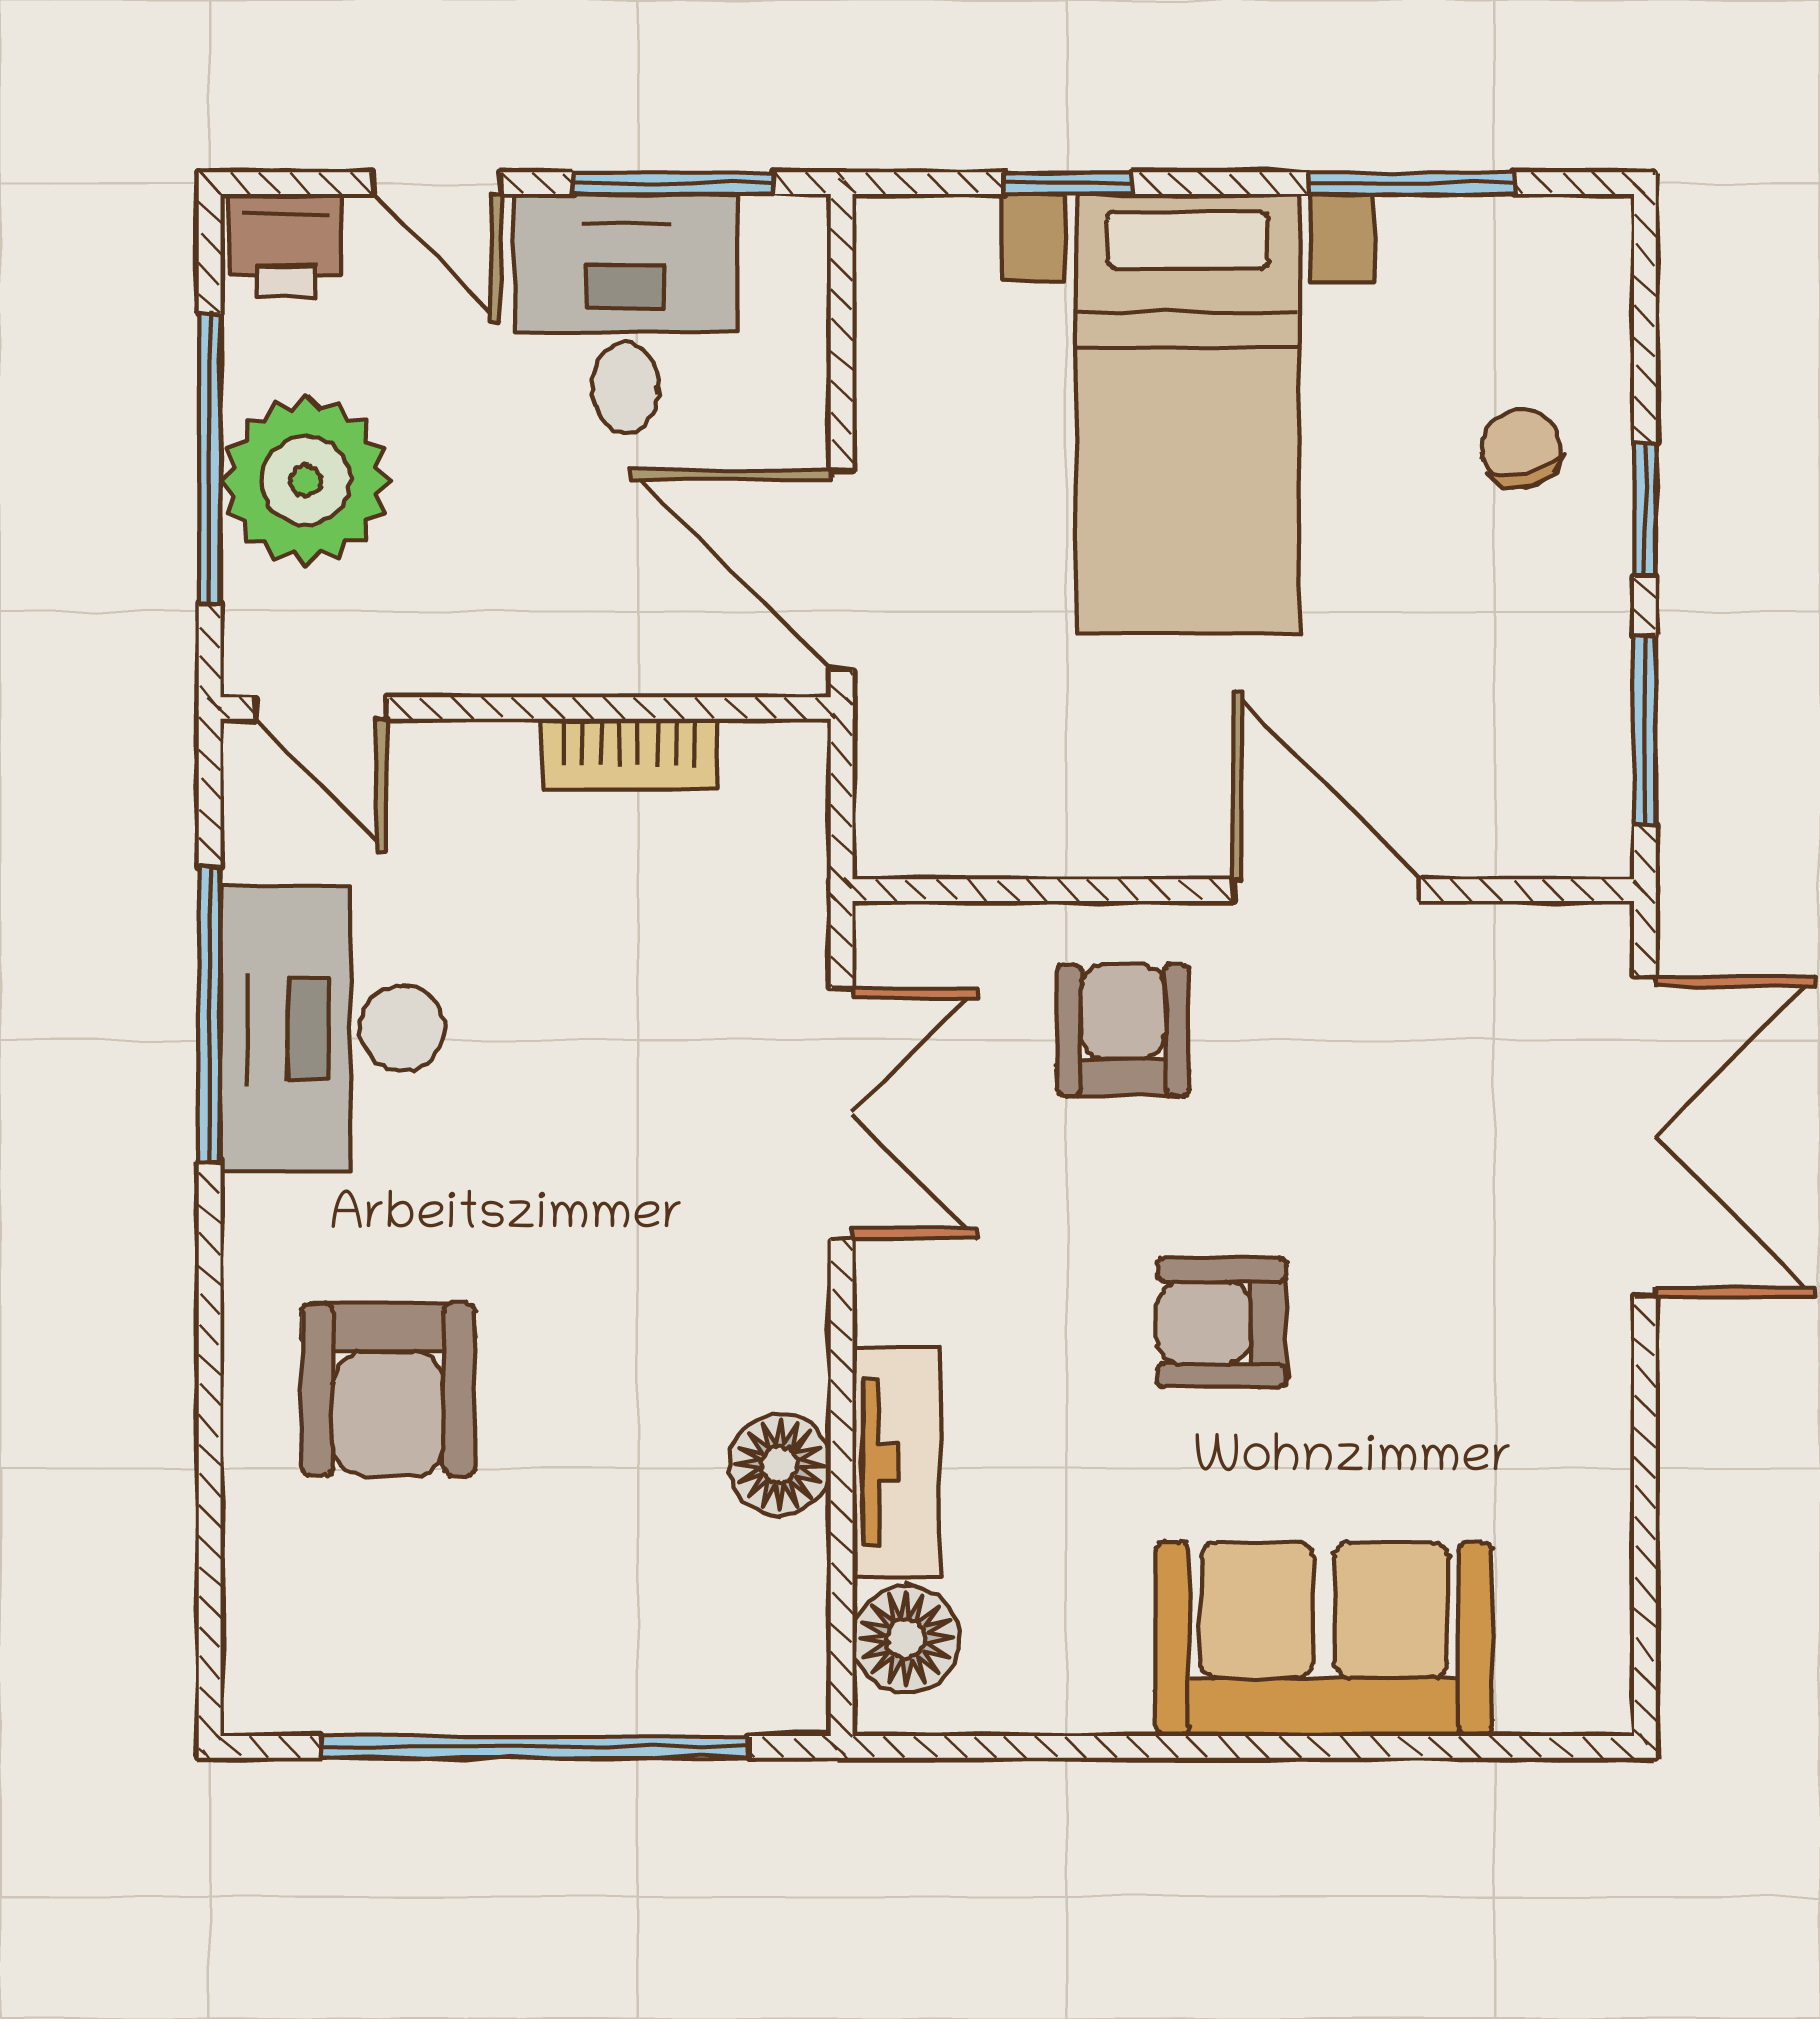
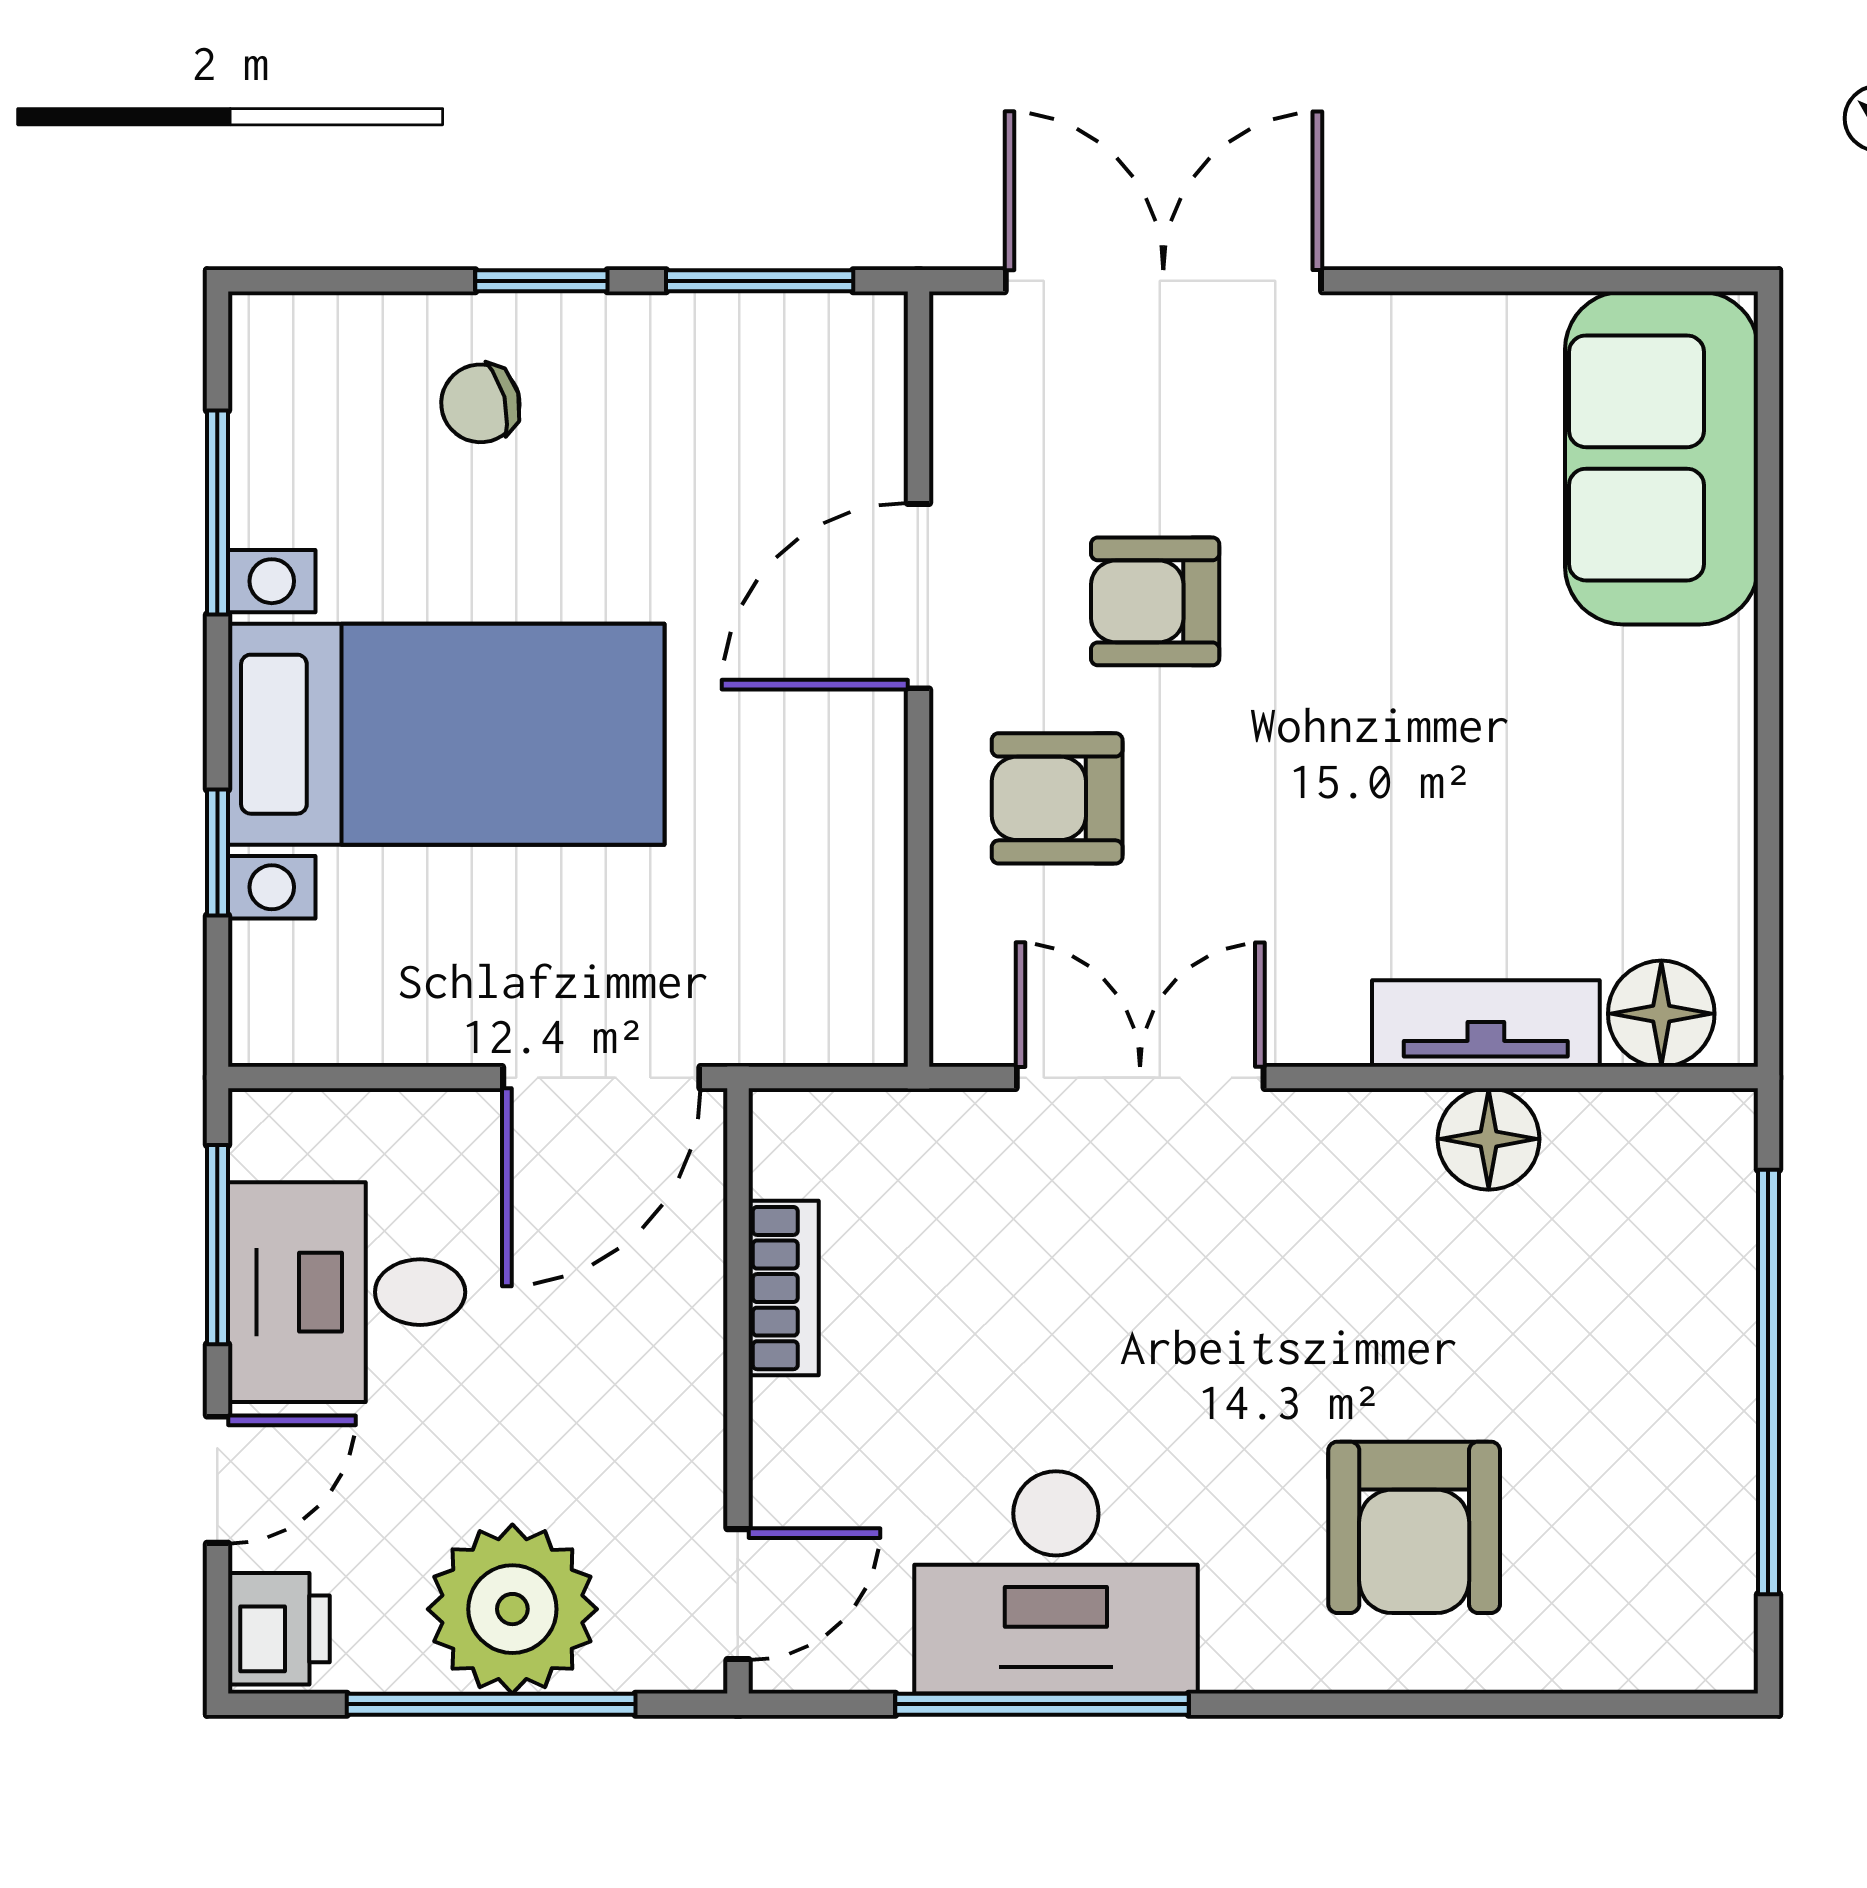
armchair: (1222, 1323) -> (1155, 601), moved, turned 90
armchair: (388, 1390) -> (1414, 1527), turned 90
sofa: (1324, 1639) -> (1662, 458), moved

